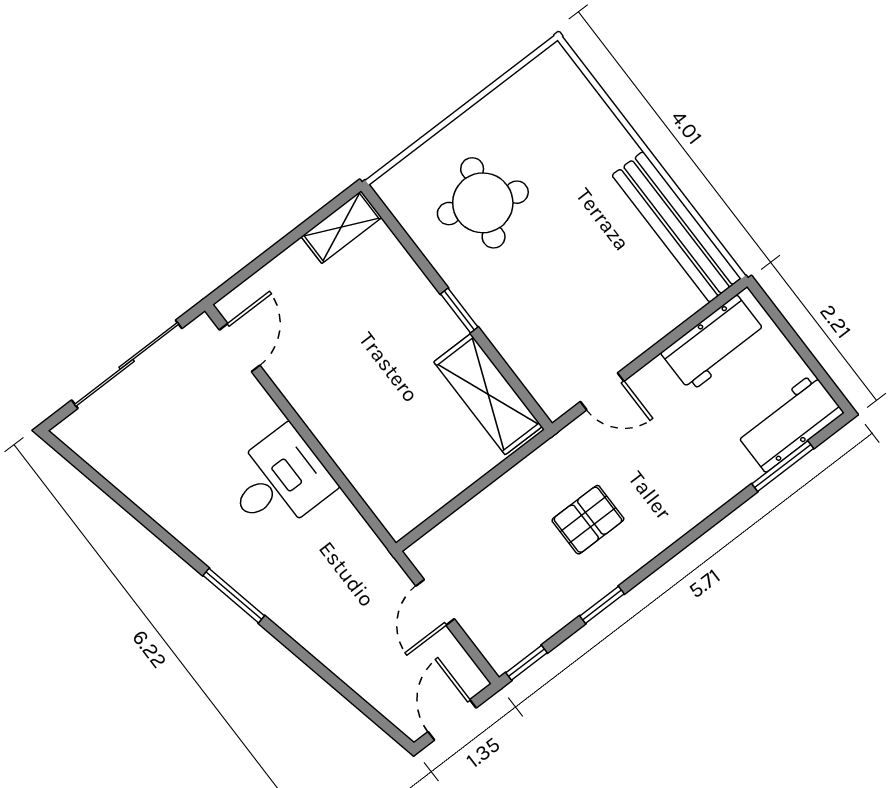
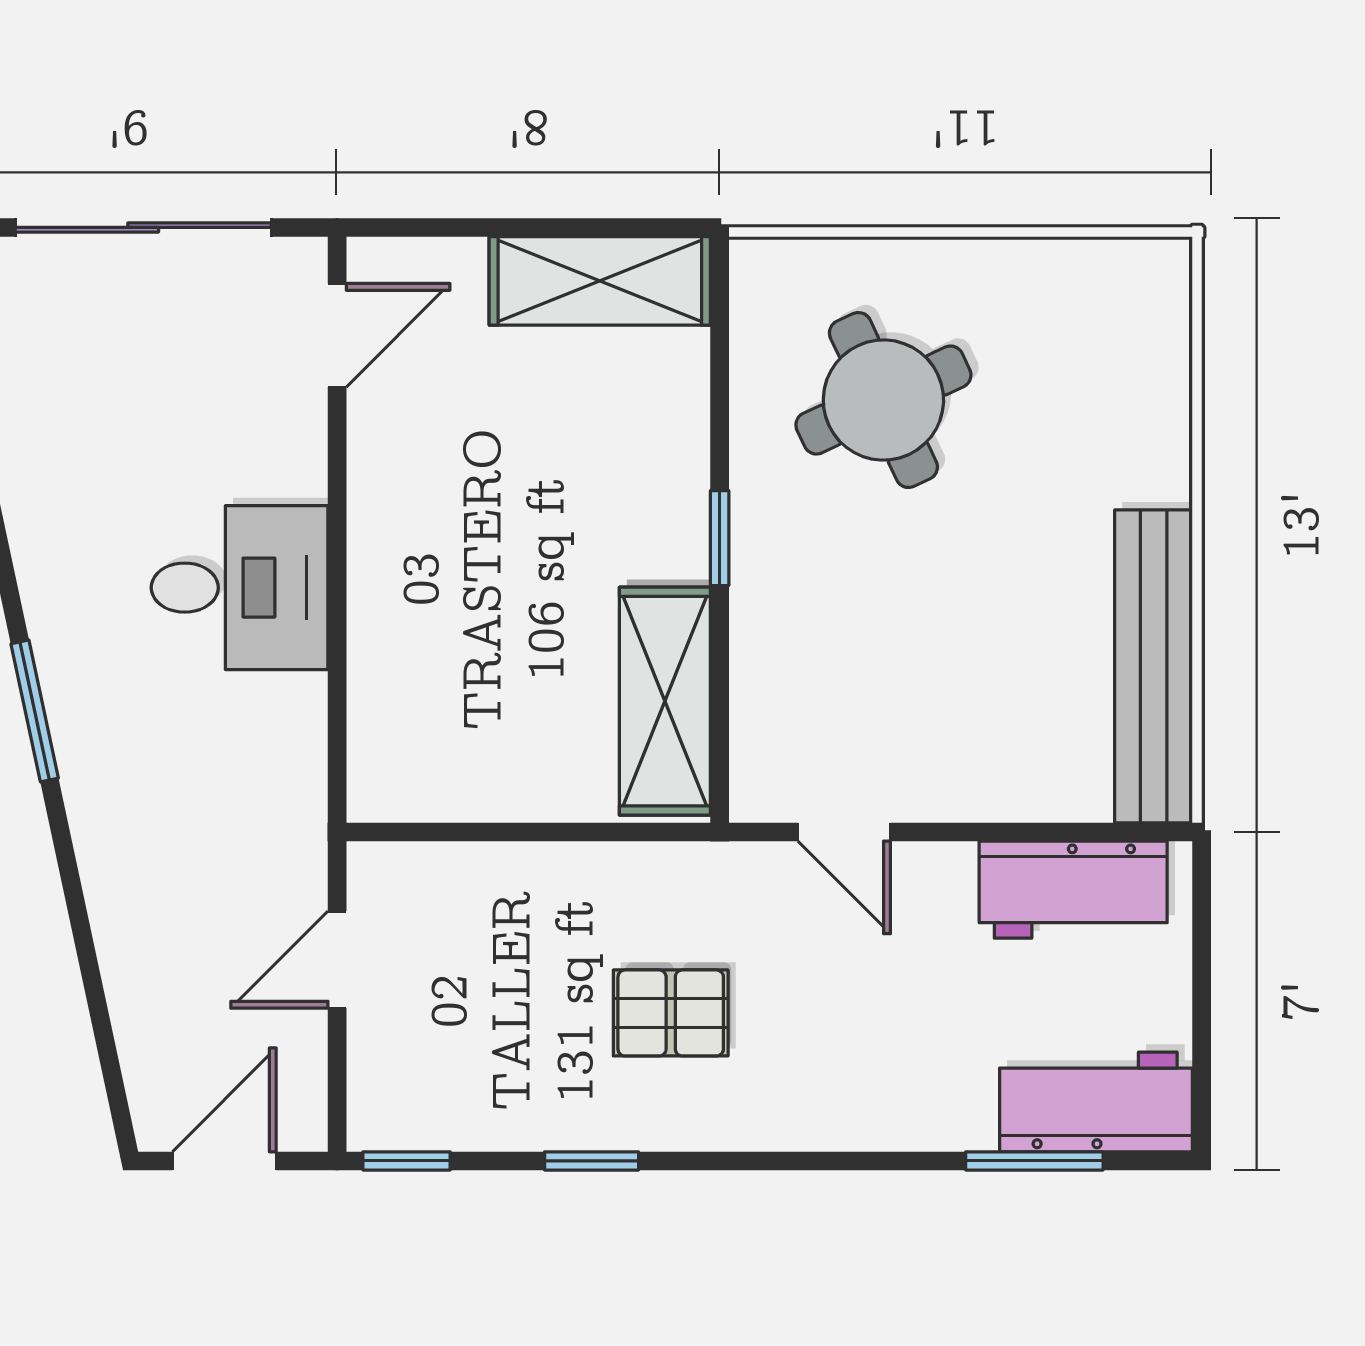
round table: (483, 203) -> (883, 400), turned 45
shelving: (341, 227) -> (600, 281), width x1.50, depth x1.33

